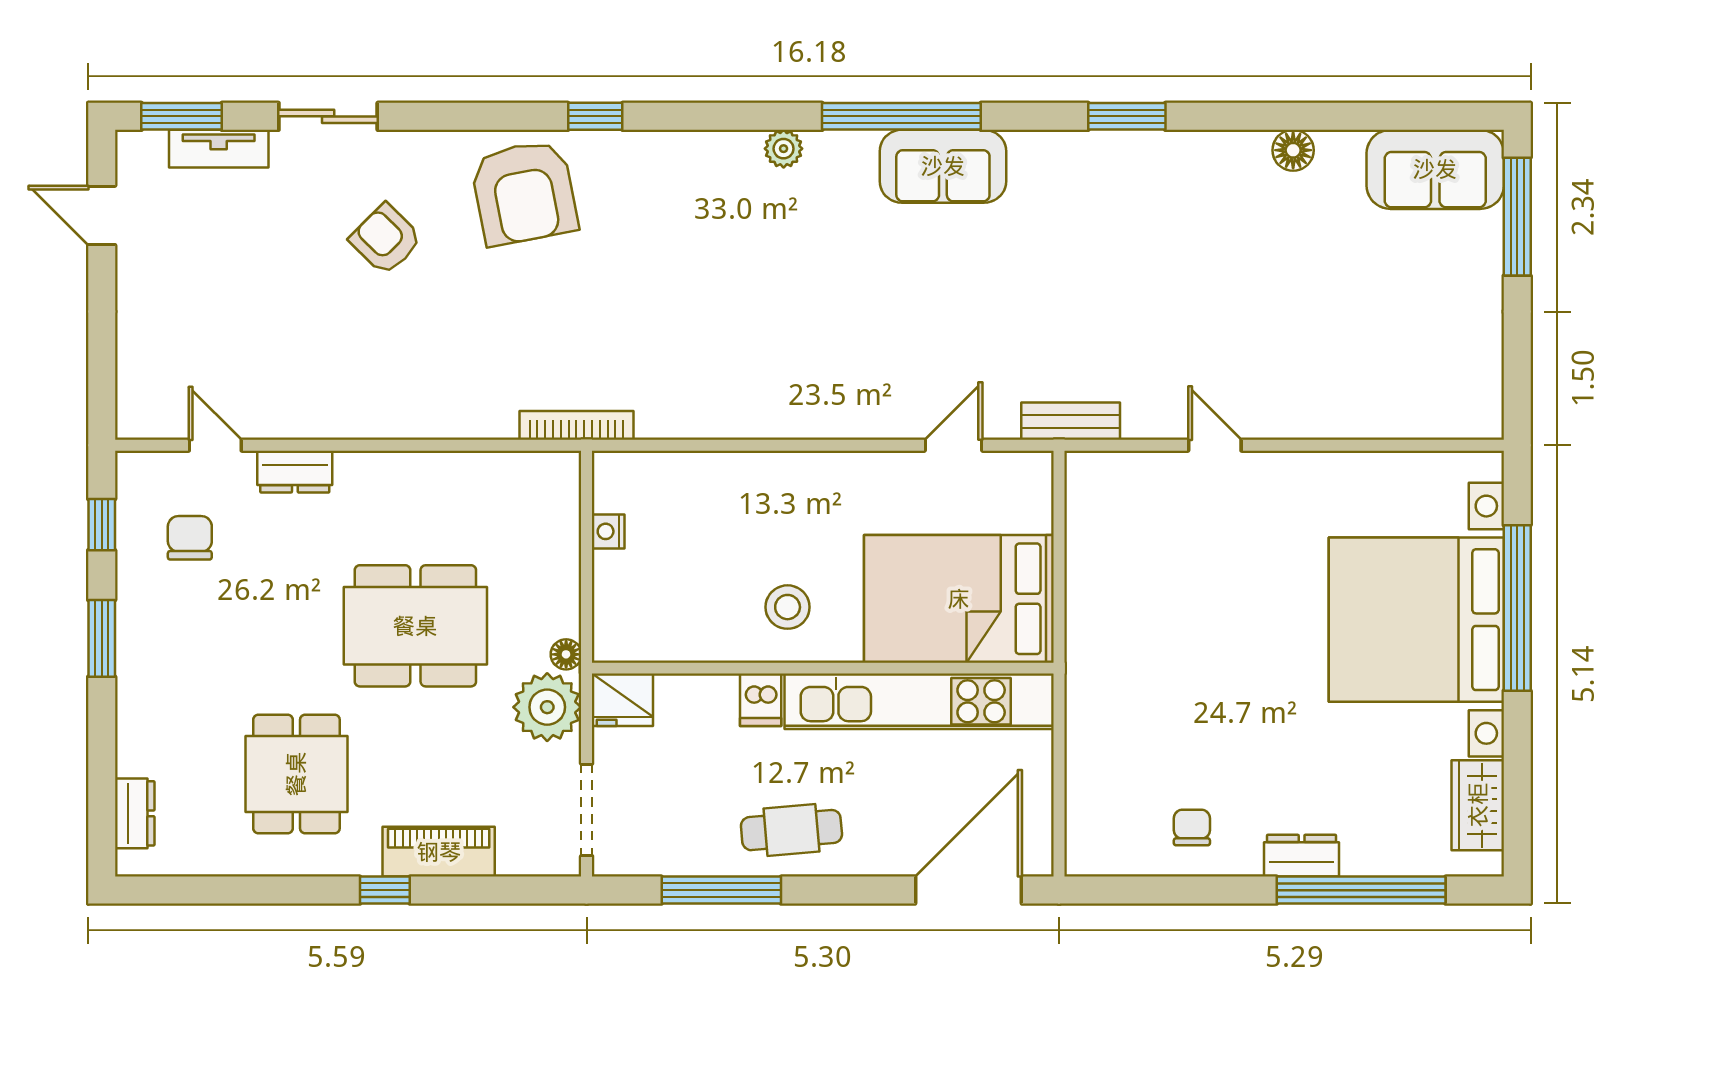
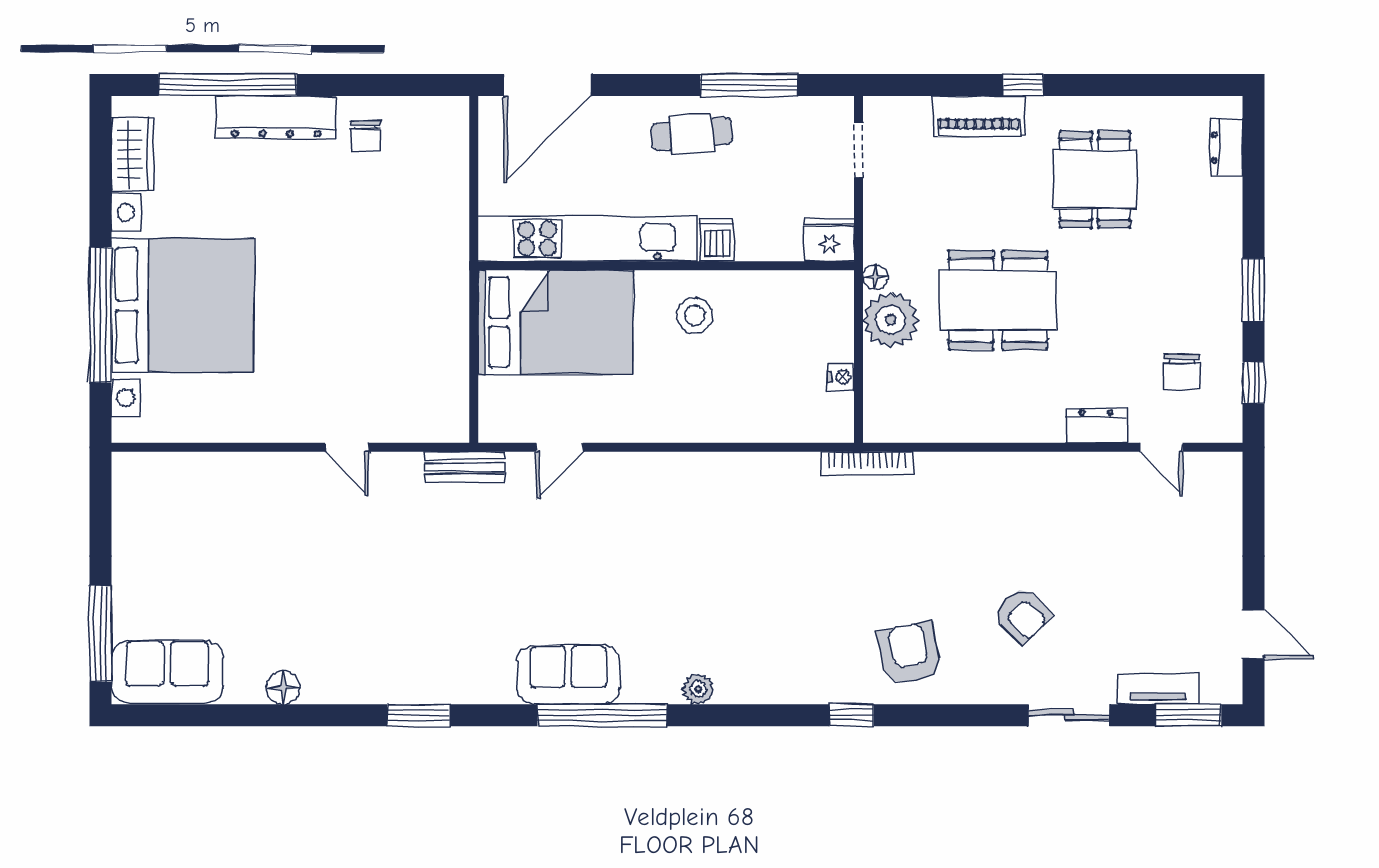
armchair: (524, 193) -> (909, 653), width x0.73, depth x0.73
plant: (547, 707) -> (891, 320), moved
doorway: (587, 810) -> (859, 150), width x0.73
dresser: (1302, 856) -> (276, 117), width x1.96, depth x1.24

